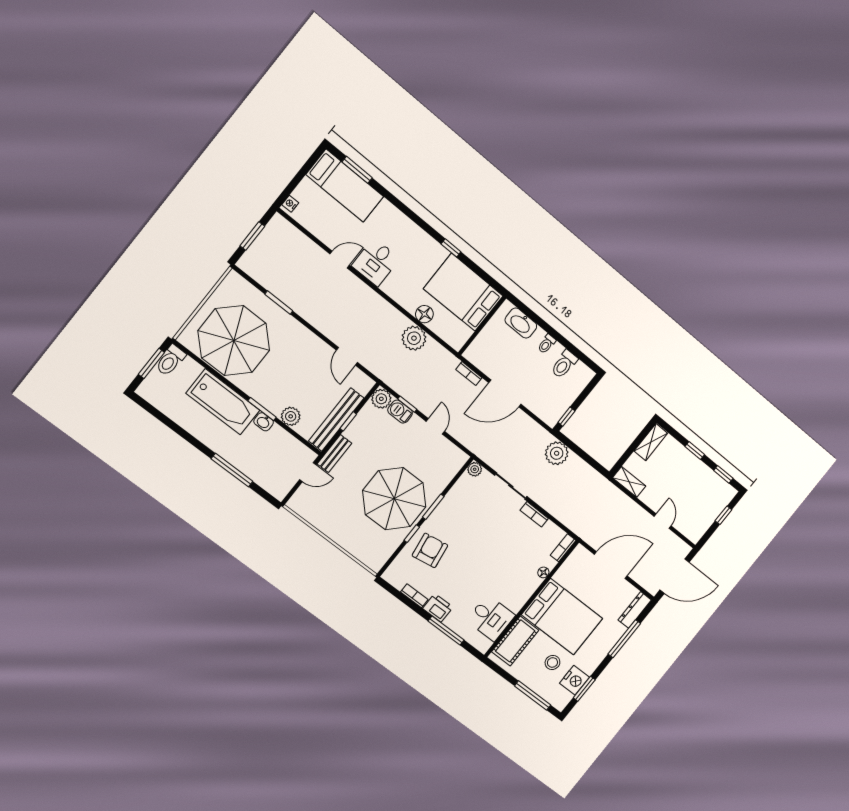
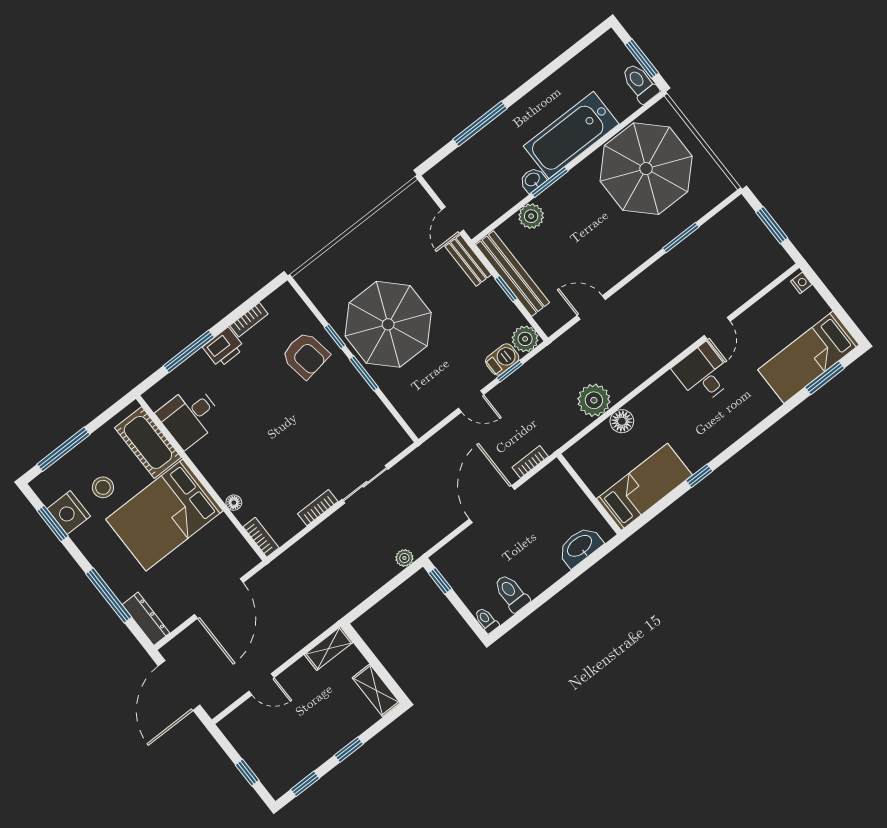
bed: (463, 292) -> (644, 487), width x0.67
toilet: (547, 344) -> (486, 620), moved
plant: (557, 453) -> (404, 558), width x0.53, depth x0.53
plant: (475, 469) -> (400, 441), removed

